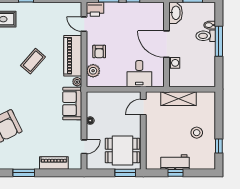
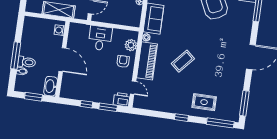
washing machine: (174, 63) -> (60, 30), moved
desk: (139, 74) -> (100, 38), moved

